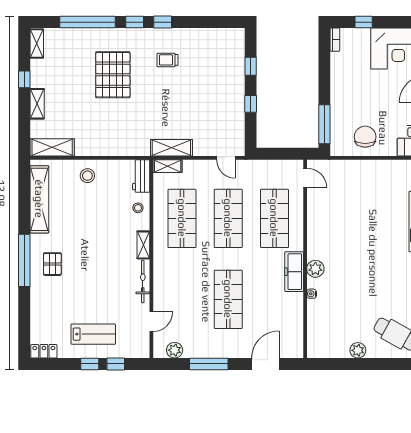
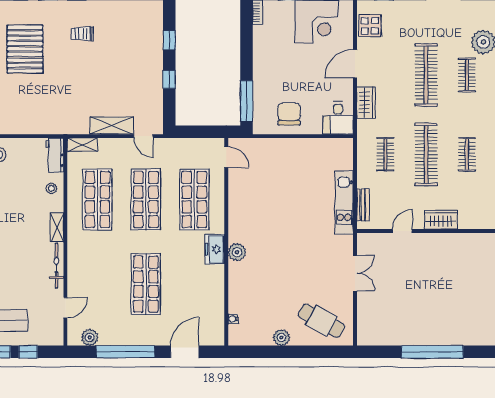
shelving: (171, 148) -> (111, 126), moved
freezer: (294, 272) -> (215, 249), width x0.71
water cooler: (312, 294) -> (233, 319), moved
window: (209, 364) -> (125, 352), width x1.46

